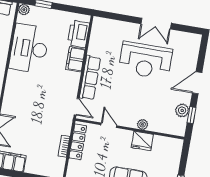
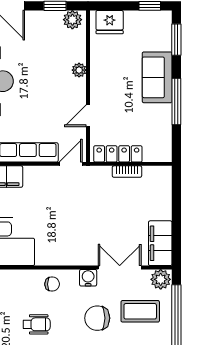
plant: (182, 110) -> (72, 20), moved
fridge: (142, 141) -> (110, 22), moved, turned 90

